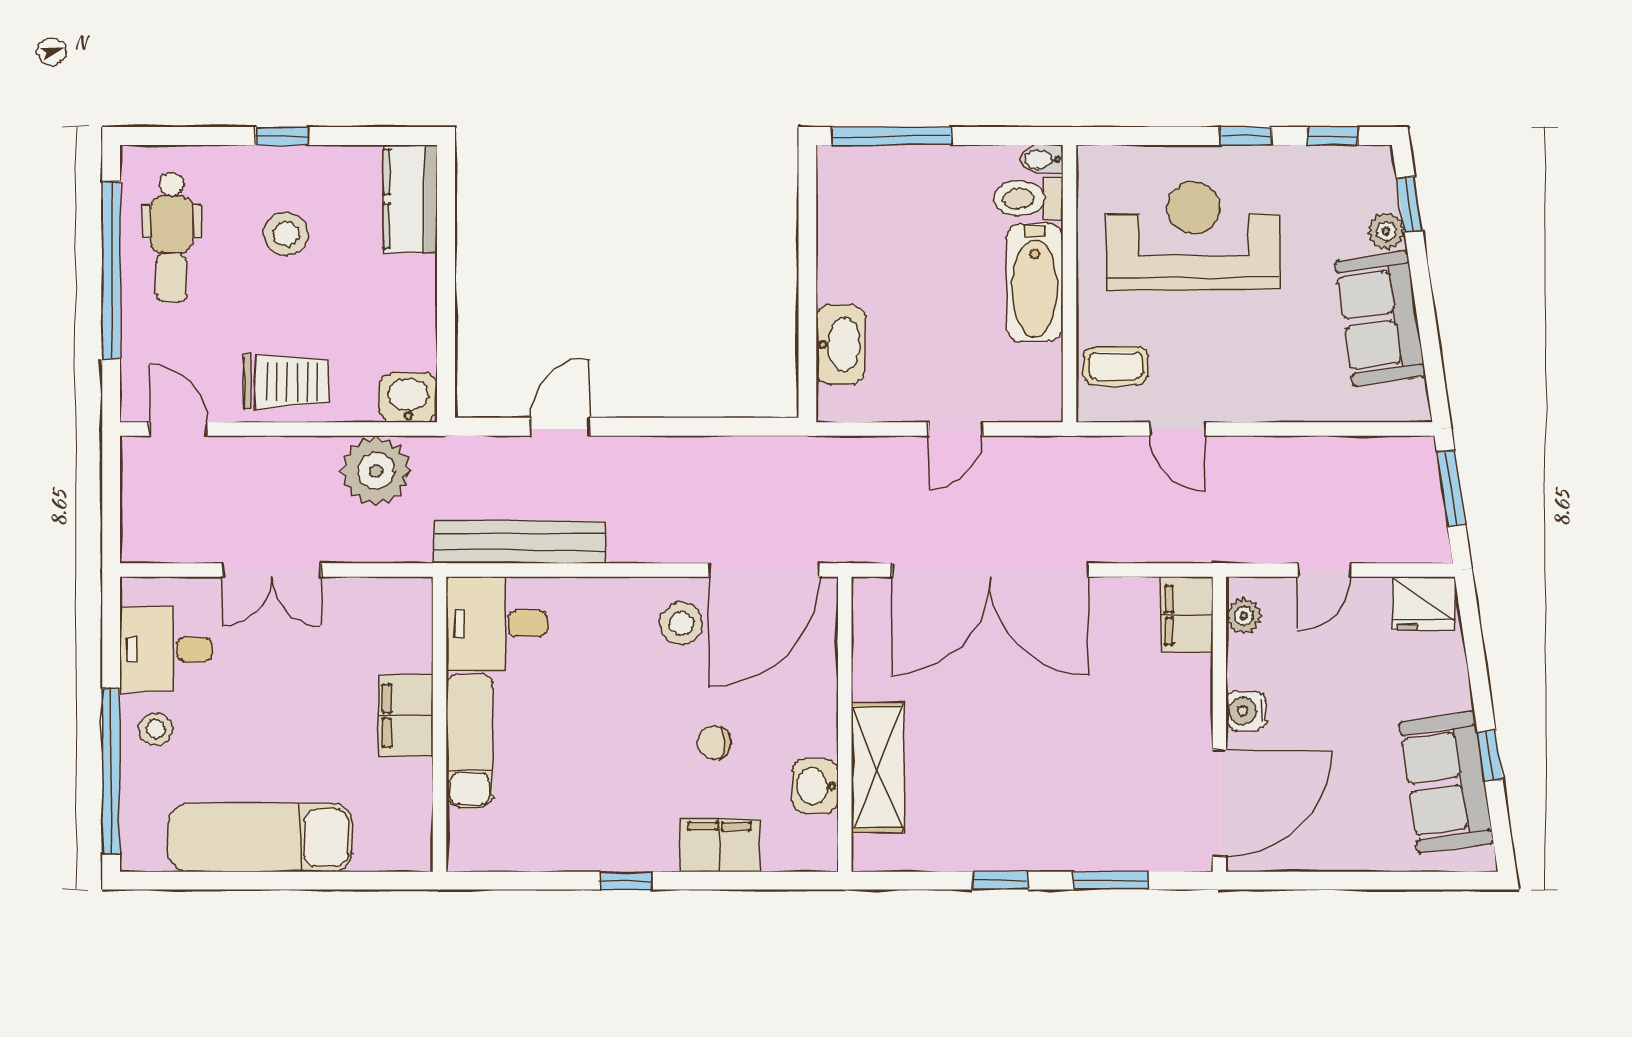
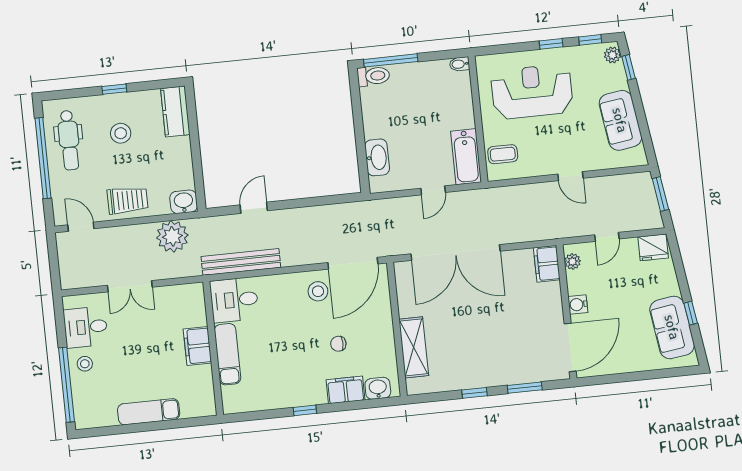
toilet: (1028, 198) -> (373, 76), moved, turned 180
plant: (1386, 231) -> (613, 55), moved
bathtub: (1035, 283) -> (466, 157), moved
door: (1178, 429) -> (570, 176), moved
washbasin: (815, 786) -> (378, 388), moved, turned 90
exam couch: (260, 838) -> (149, 412), width x0.73, depth x0.69

